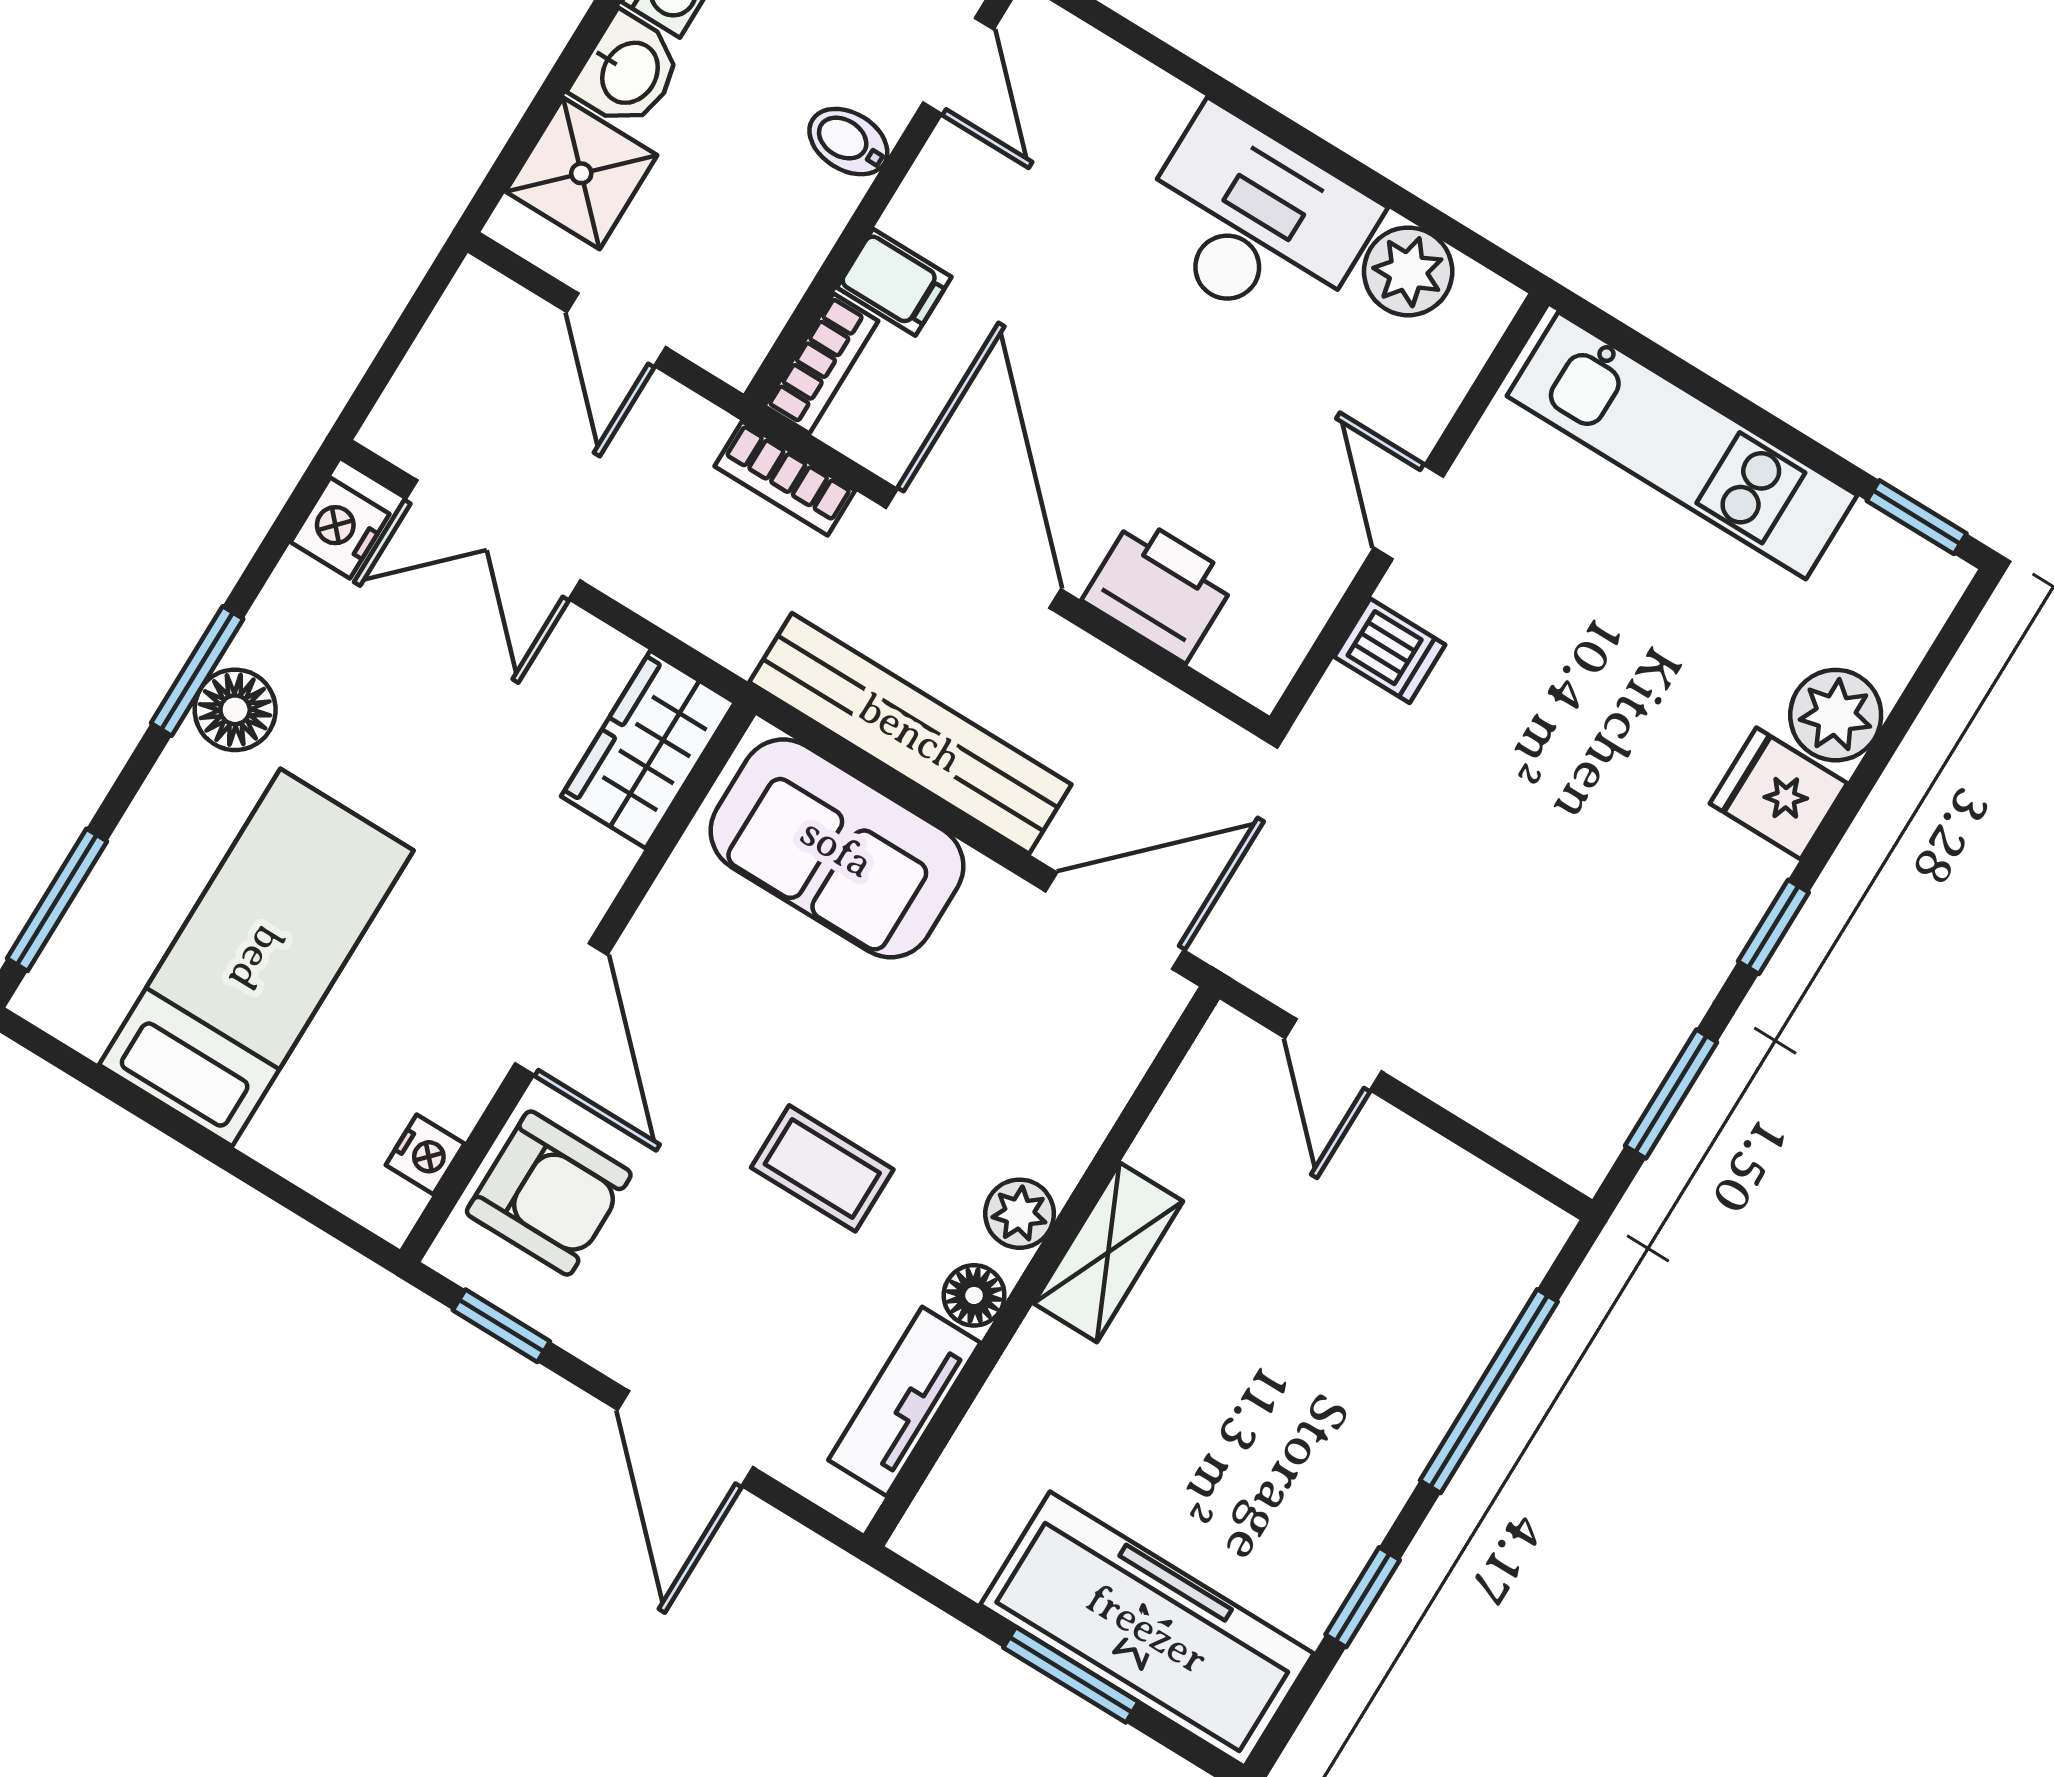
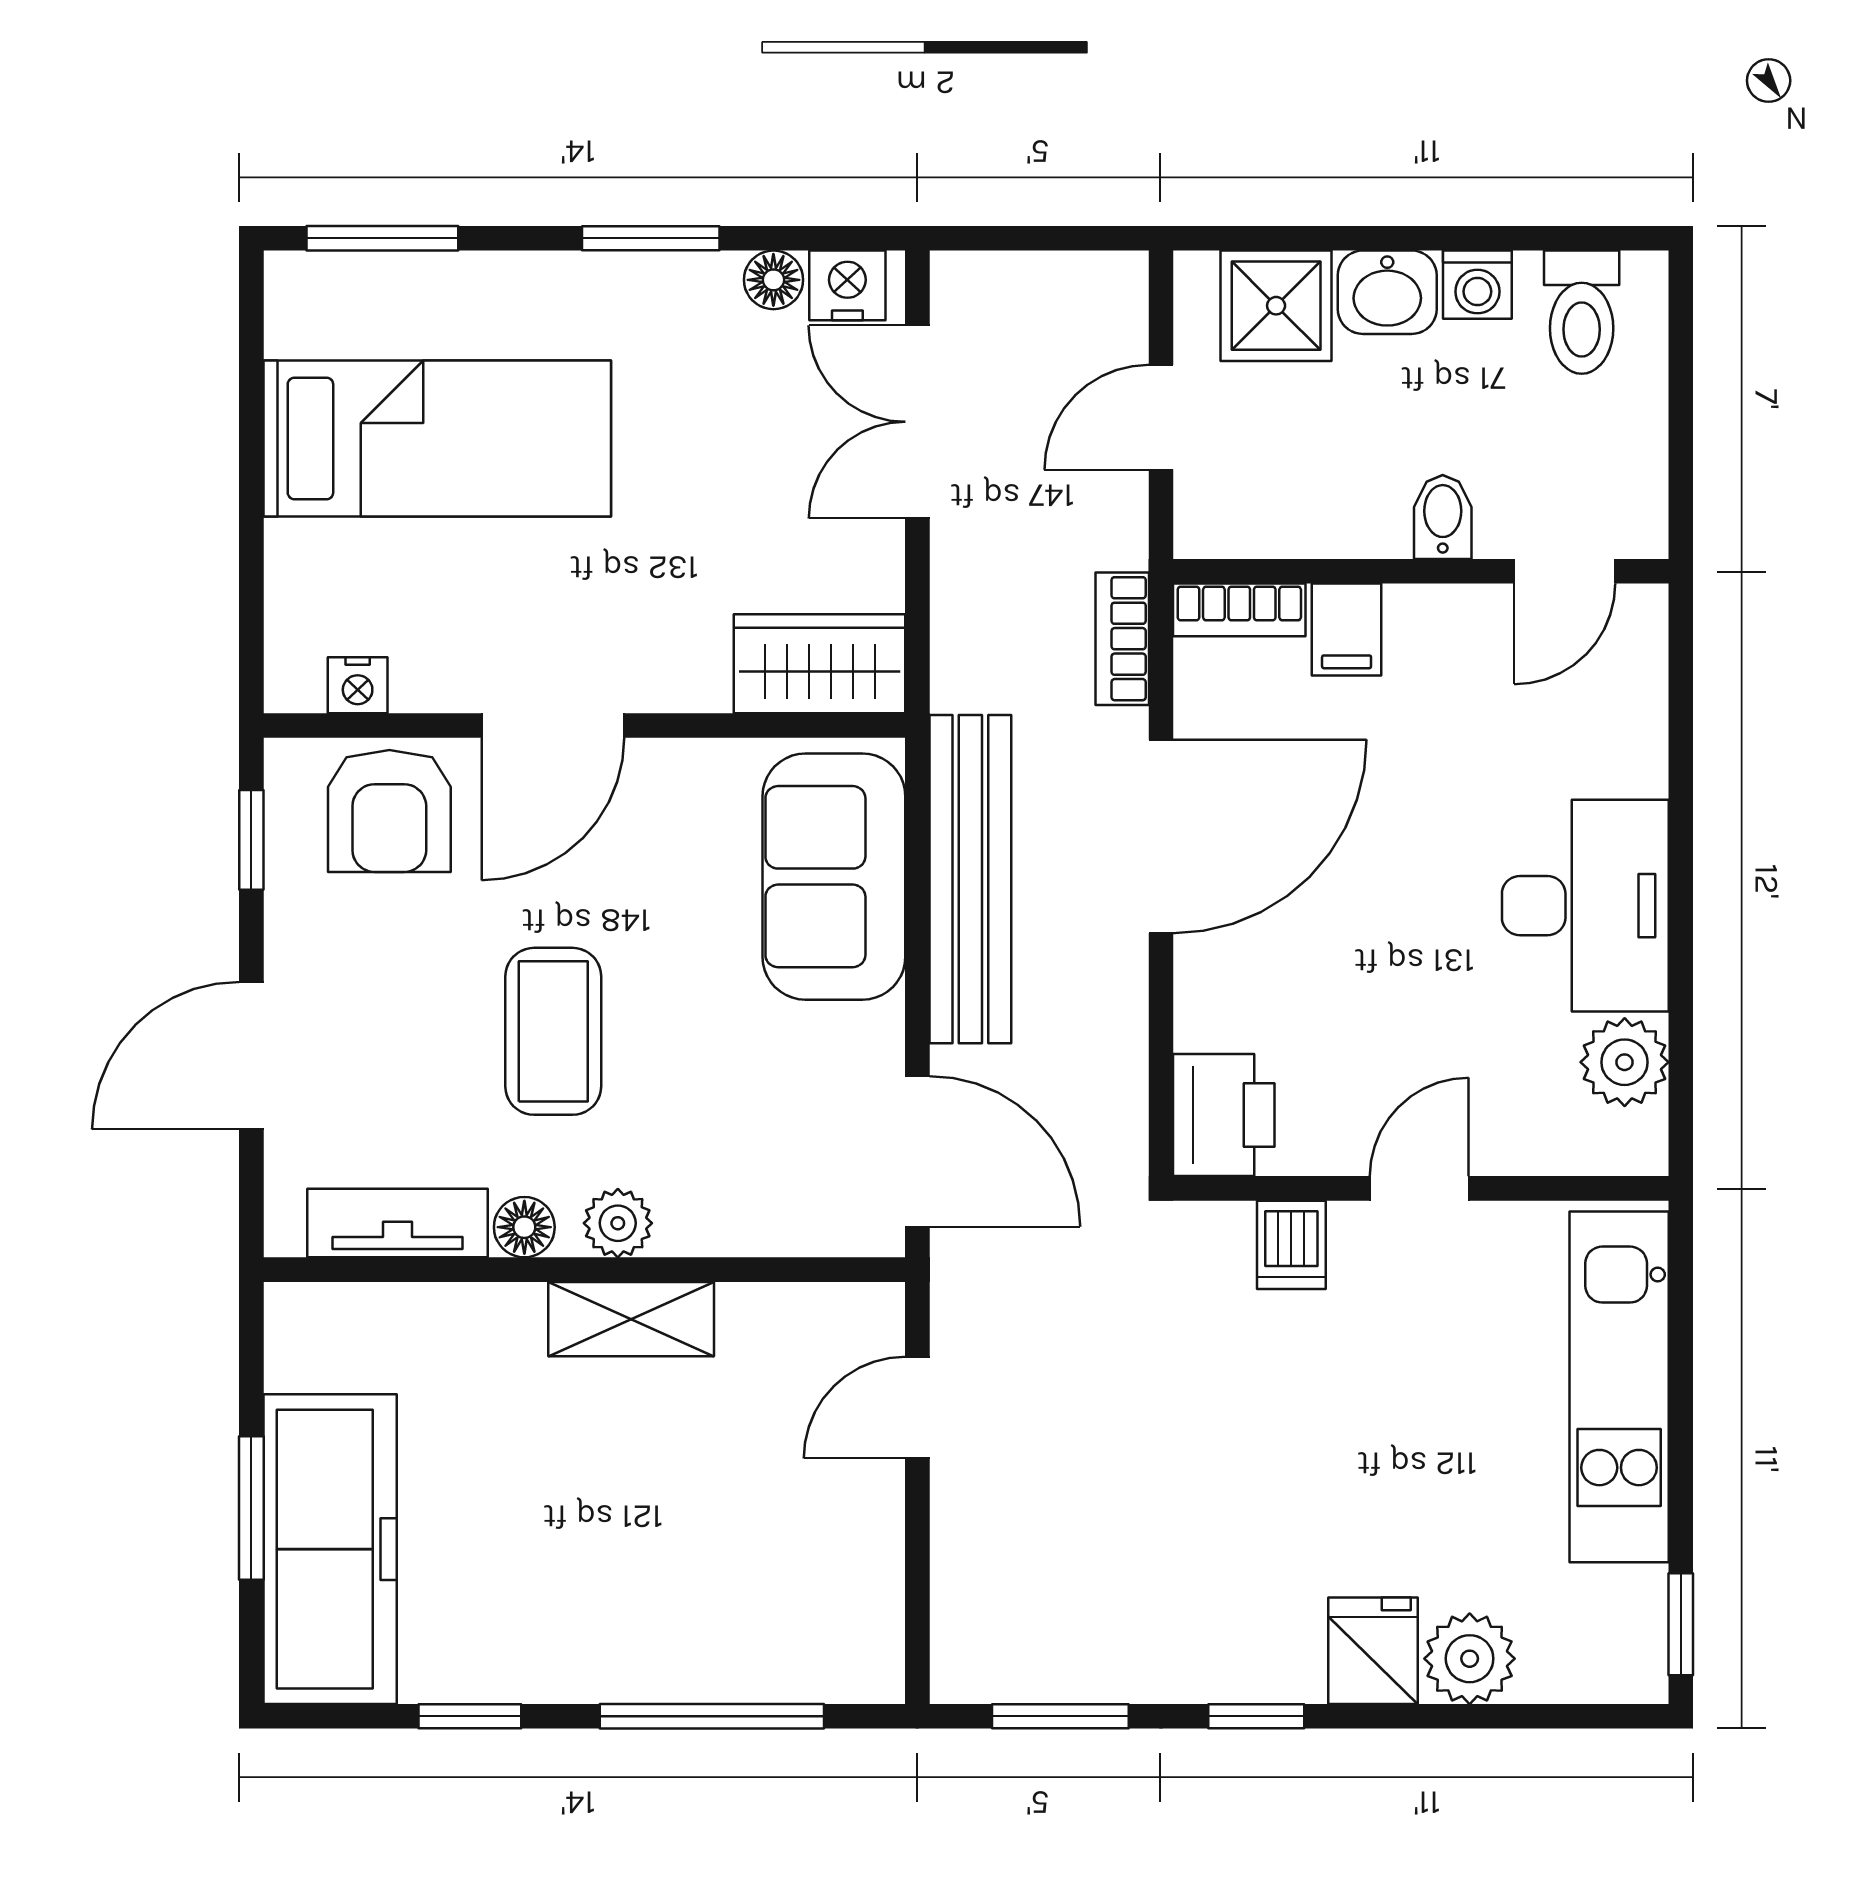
printer: (1160, 589) -> (1224, 1115), moved
floor lamp: (235, 710) -> (773, 280), moved, width x0.73, depth x0.73
coffee table: (822, 1168) -> (553, 1031), width x1.36, depth x1.30

